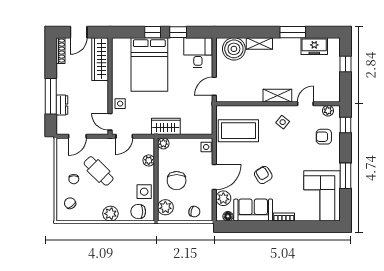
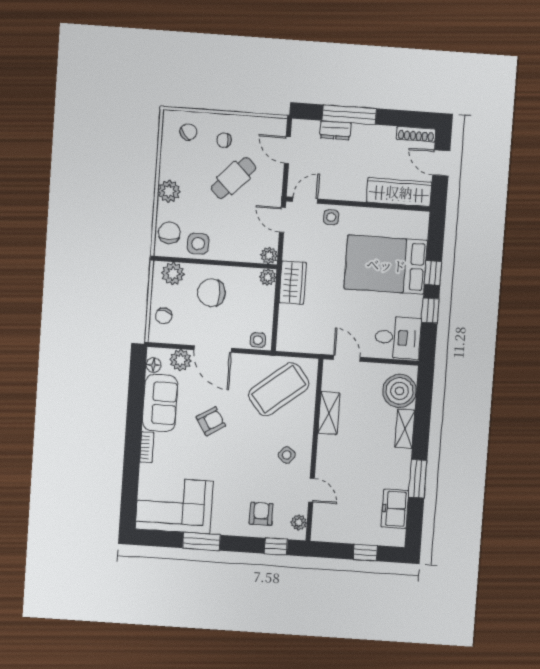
shelving: (277, 96) -> (329, 413), moved
coffee table: (238, 131) -> (279, 389), turned 51
plant: (149, 160) -> (269, 255), moved

